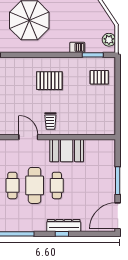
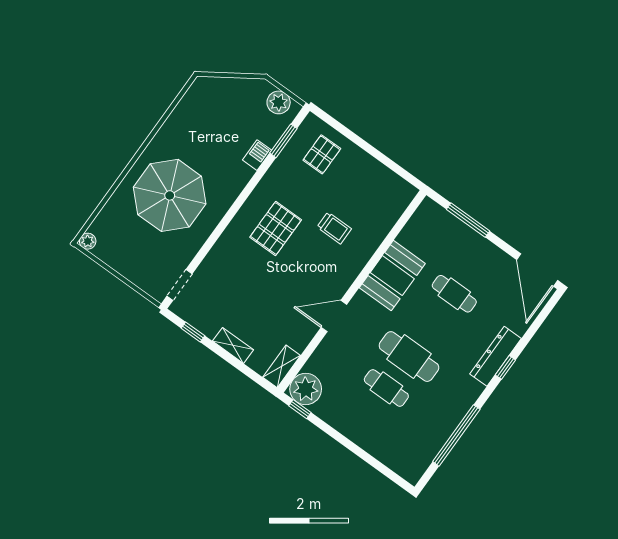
trolley: (50, 121) -> (334, 228), moved
window: (118, 181) -> (468, 220), moved
cafe table: (57, 185) -> (454, 294), moved

